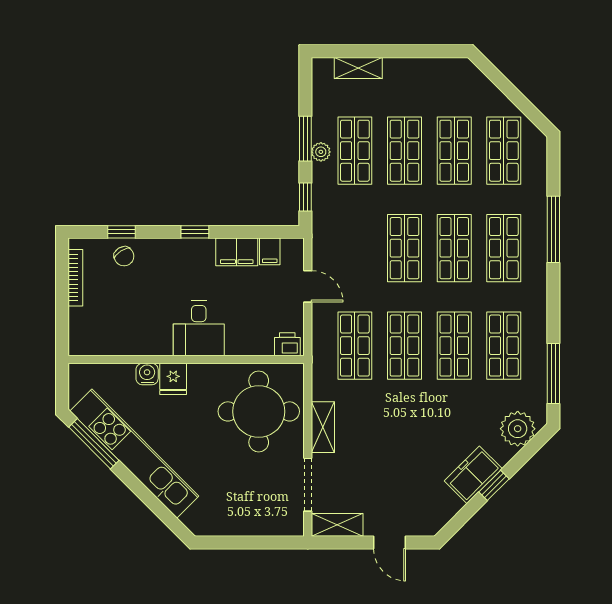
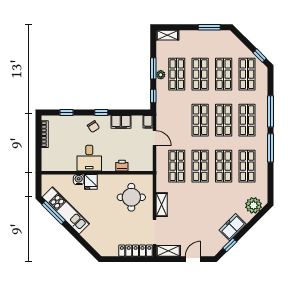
window: (424, 51) -> (209, 27), added
shelving: (358, 68) -> (167, 35), moved
window: (530, 111) -> (260, 56), added
filing cabinet: (270, 251) -> (148, 122), moved
chair: (124, 256) -> (93, 127), moved
desk: (199, 328) -> (89, 158), moved
printer: (287, 344) -> (122, 166), moved
window: (553, 373) -> (270, 148), moved
round table: (259, 411) -> (131, 197), width x0.73, depth x0.73
kitchen unit: (134, 454) -> (66, 210), width x0.73
window: (494, 485) -> (230, 245), moved
locker: (268, 524) -> (136, 251), added
door: (390, 543) -> (193, 259), swing flipped

